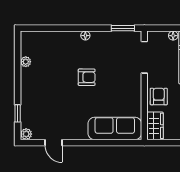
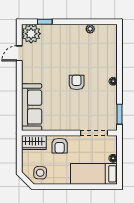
armchair: (87, 77) -> (77, 82), turned 180
armchair: (159, 96) -> (60, 146), turned 90
plant: (26, 134) -> (31, 34), width x1.88, depth x1.88

